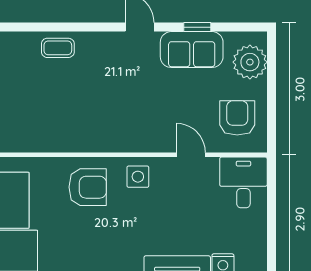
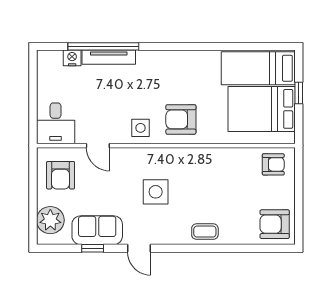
side table: (119, 97) -> (156, 192), added

